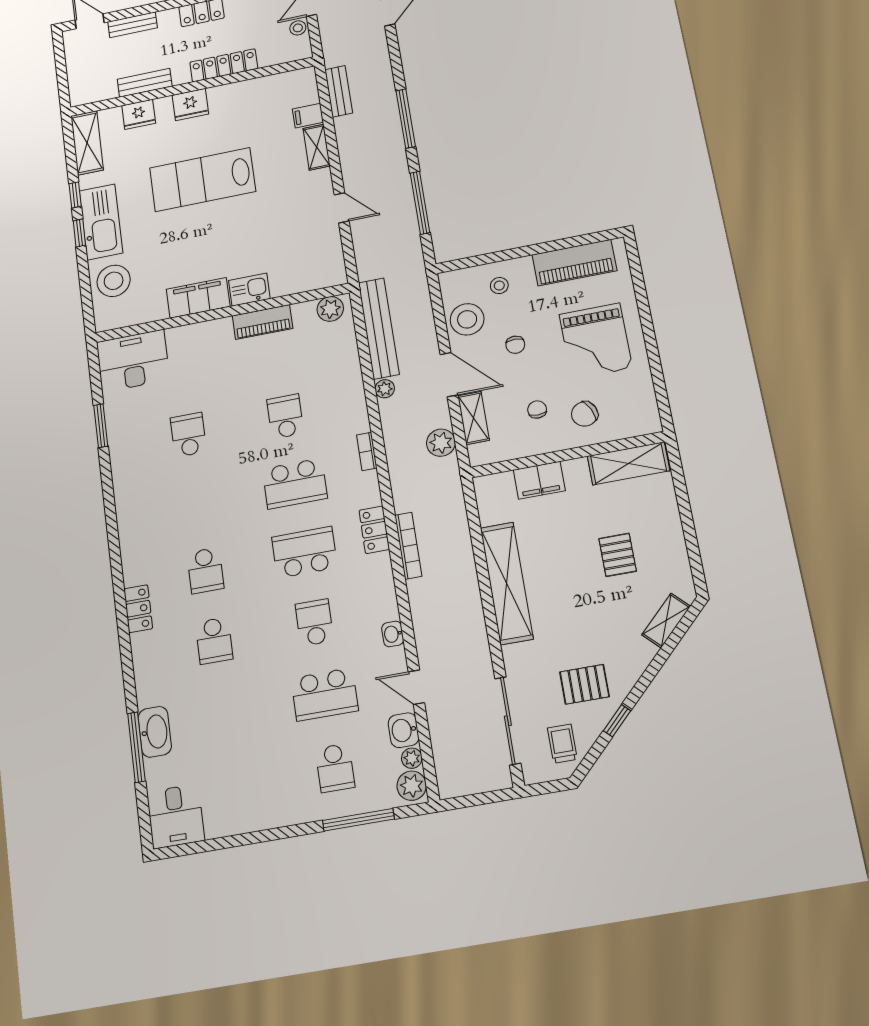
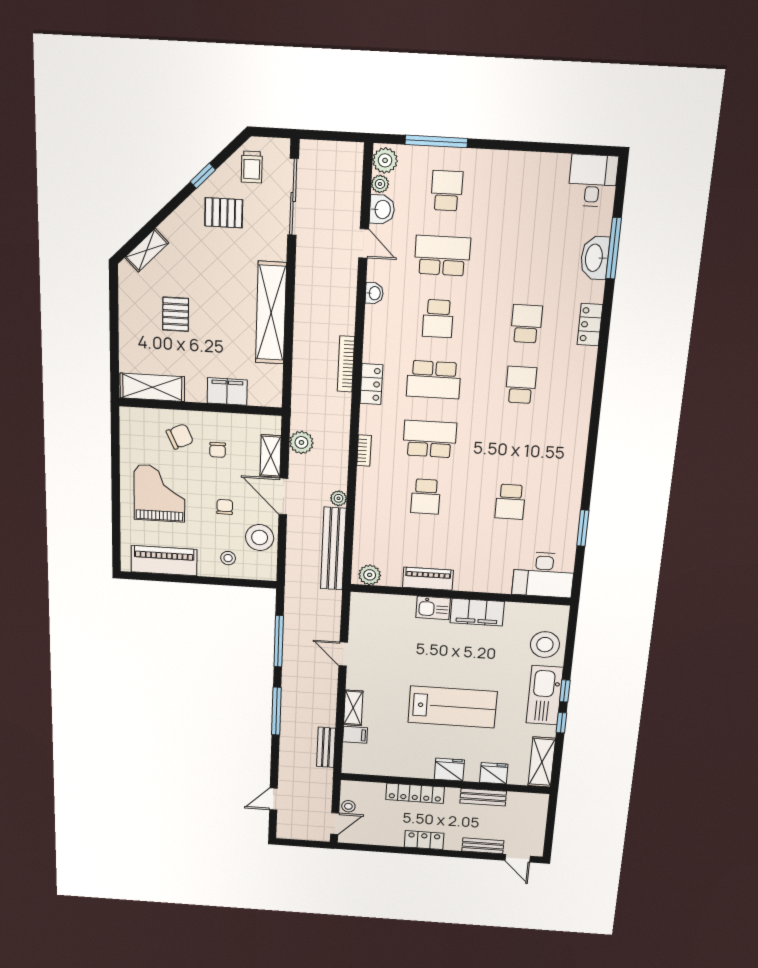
locker: (138, 609) -> (590, 325), moved

